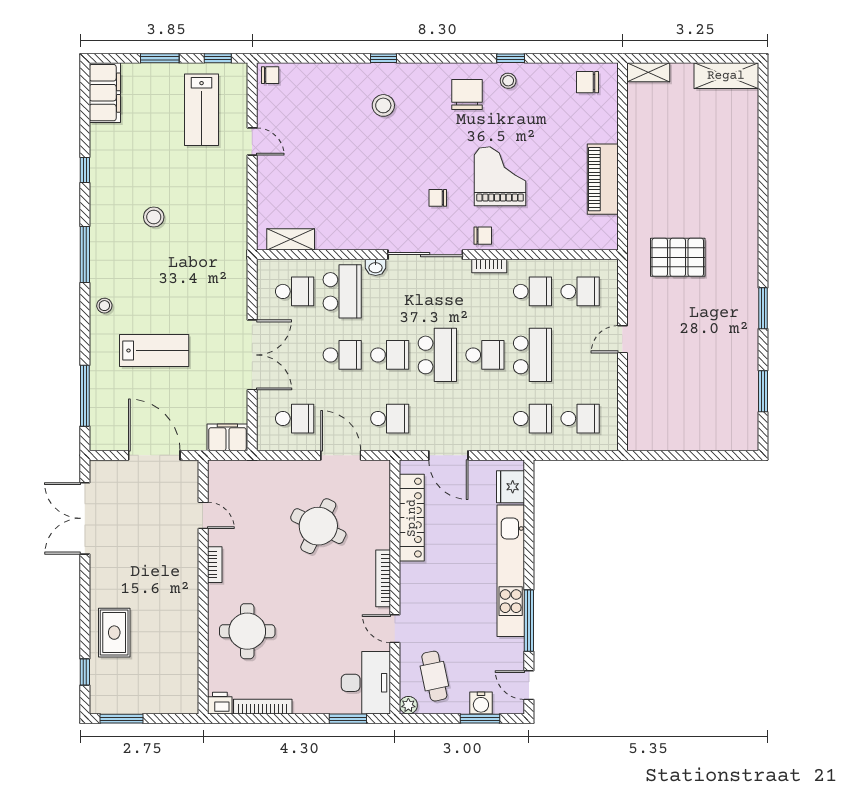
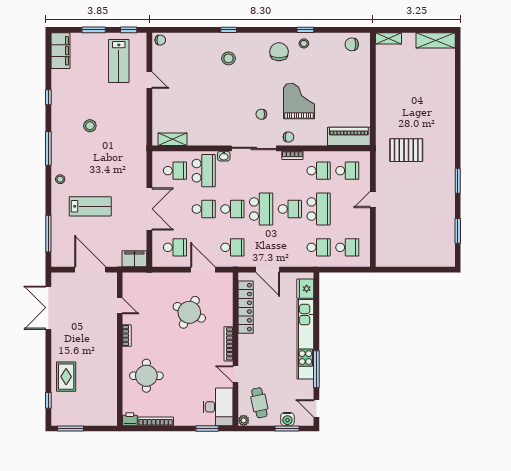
piano: (603, 179) -> (349, 136), moved, turned 90

